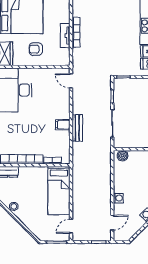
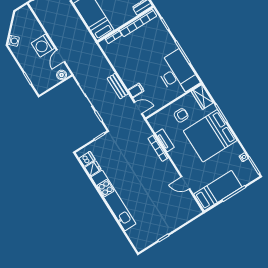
filing cabinet: (63, 125) -> (136, 90), moved
bench: (77, 128) -> (118, 86), moved
washing machine: (118, 198) -> (43, 46), width x1.89, depth x1.89
door: (112, 223) -> (61, 56), moved

